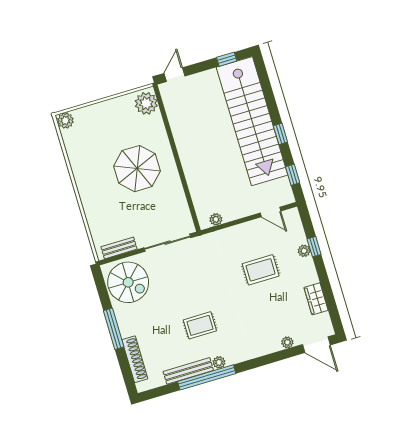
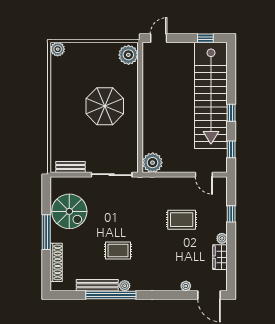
plant: (216, 219) -> (153, 163), width x1.88, depth x1.88
plant: (304, 251) -> (222, 238), moved
spiral stairs: (128, 282) -> (69, 211), moved

